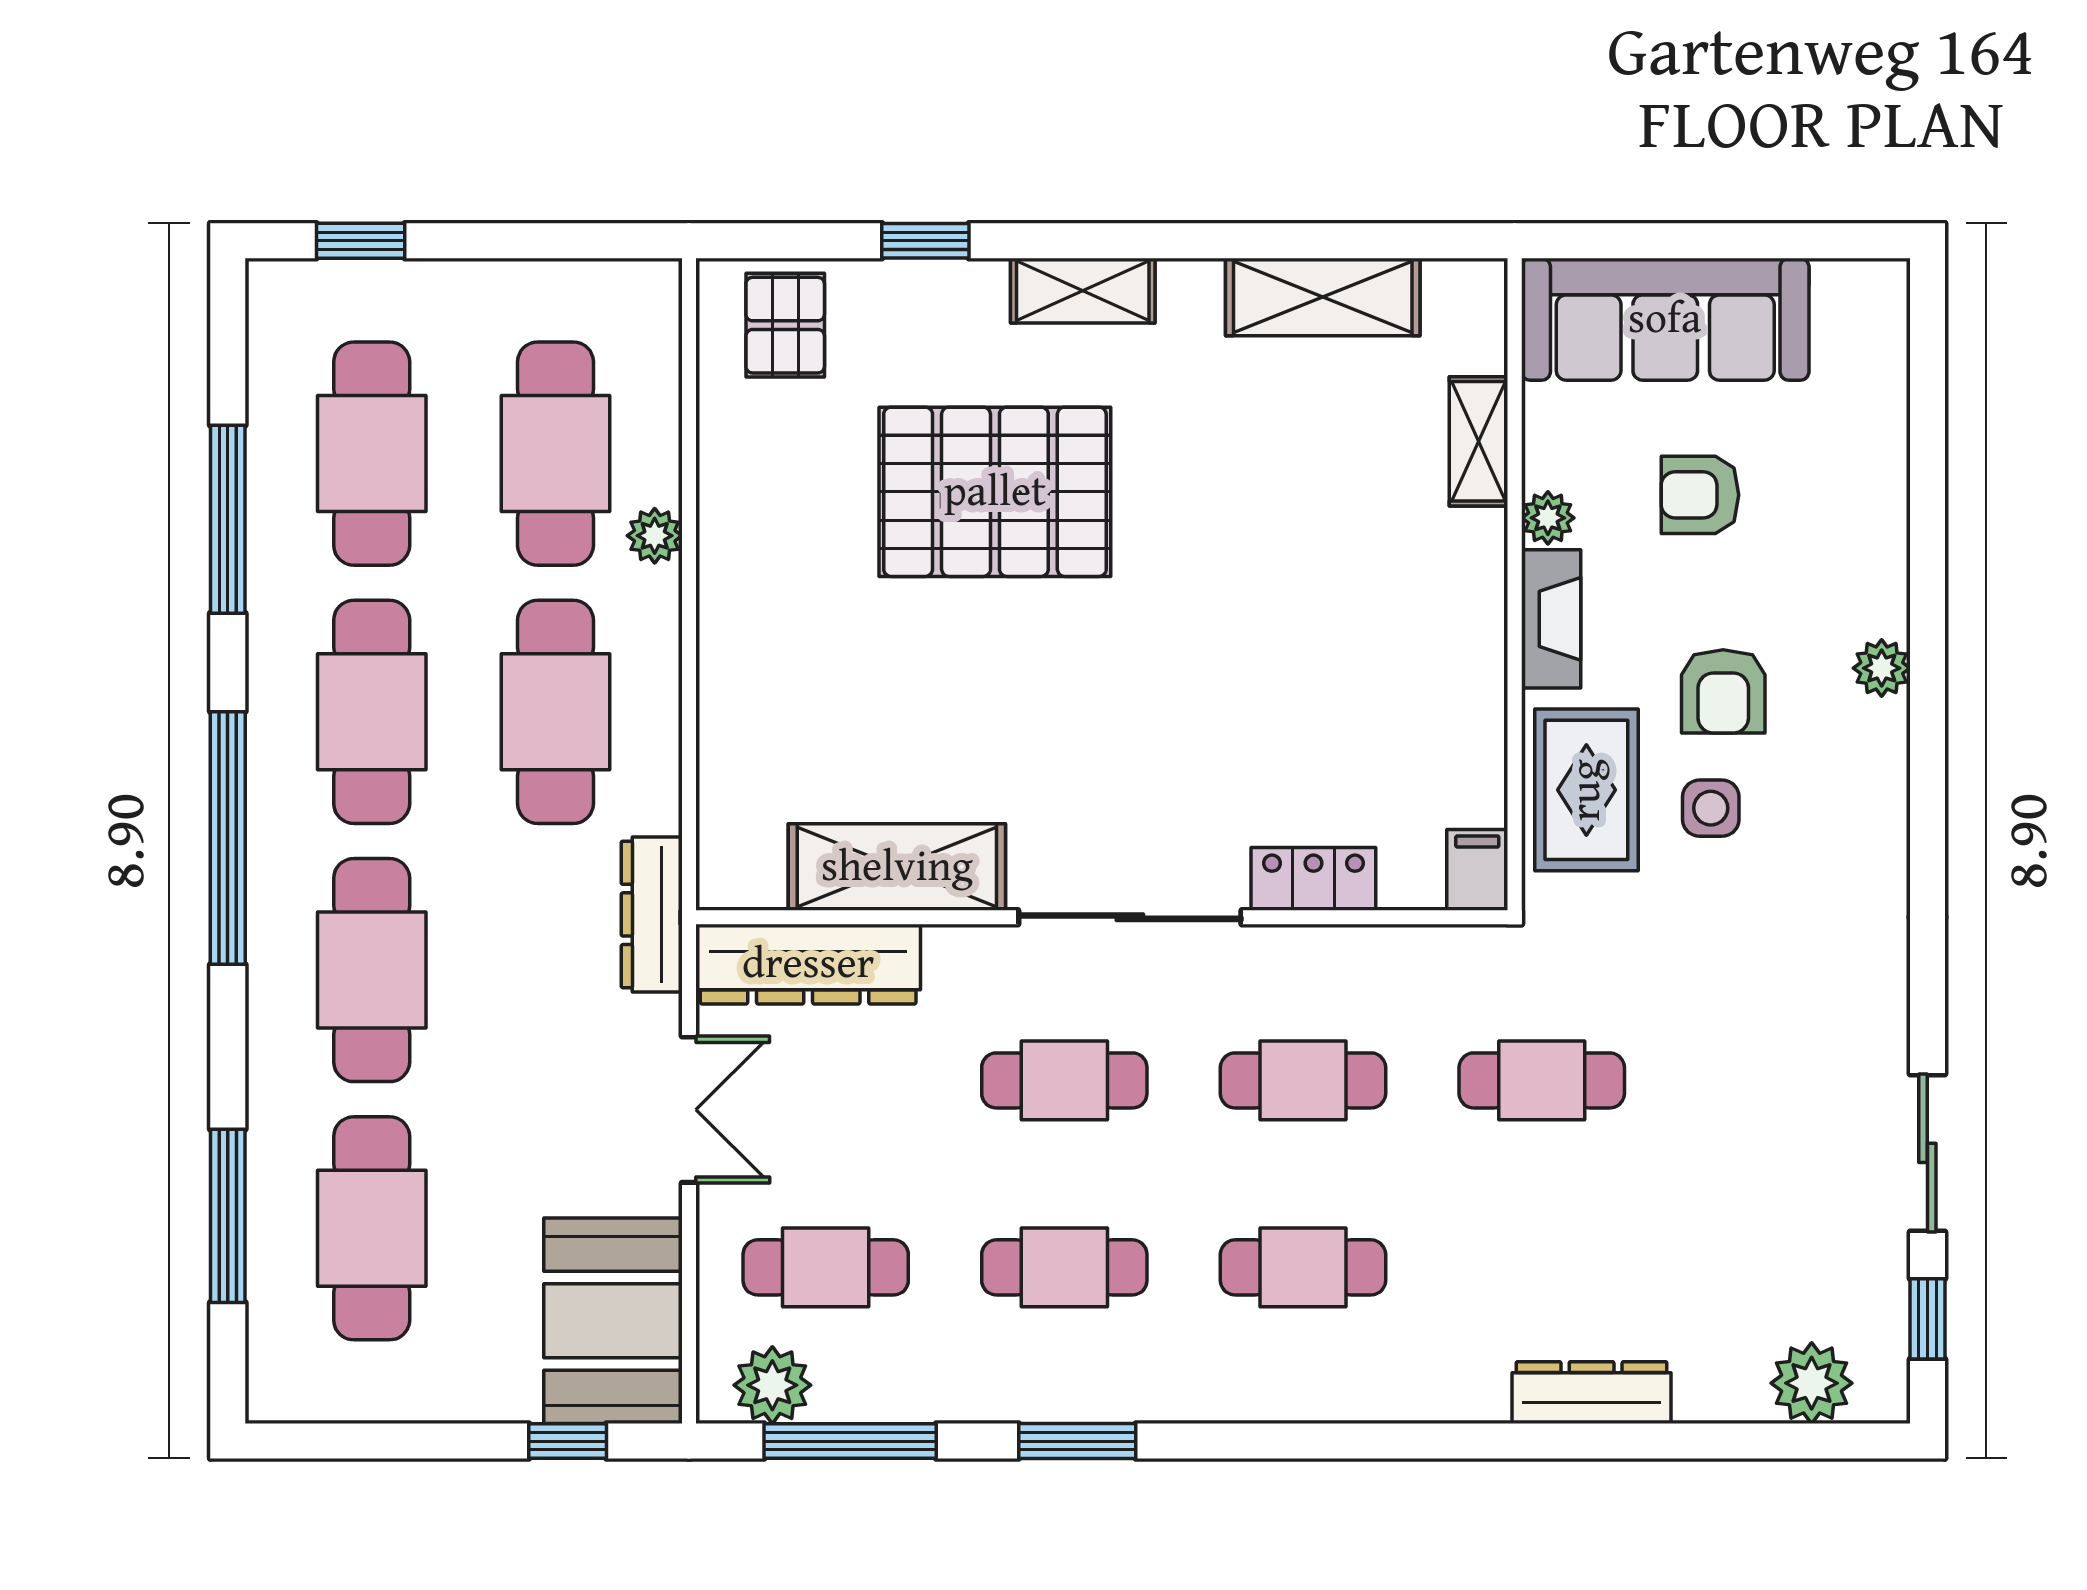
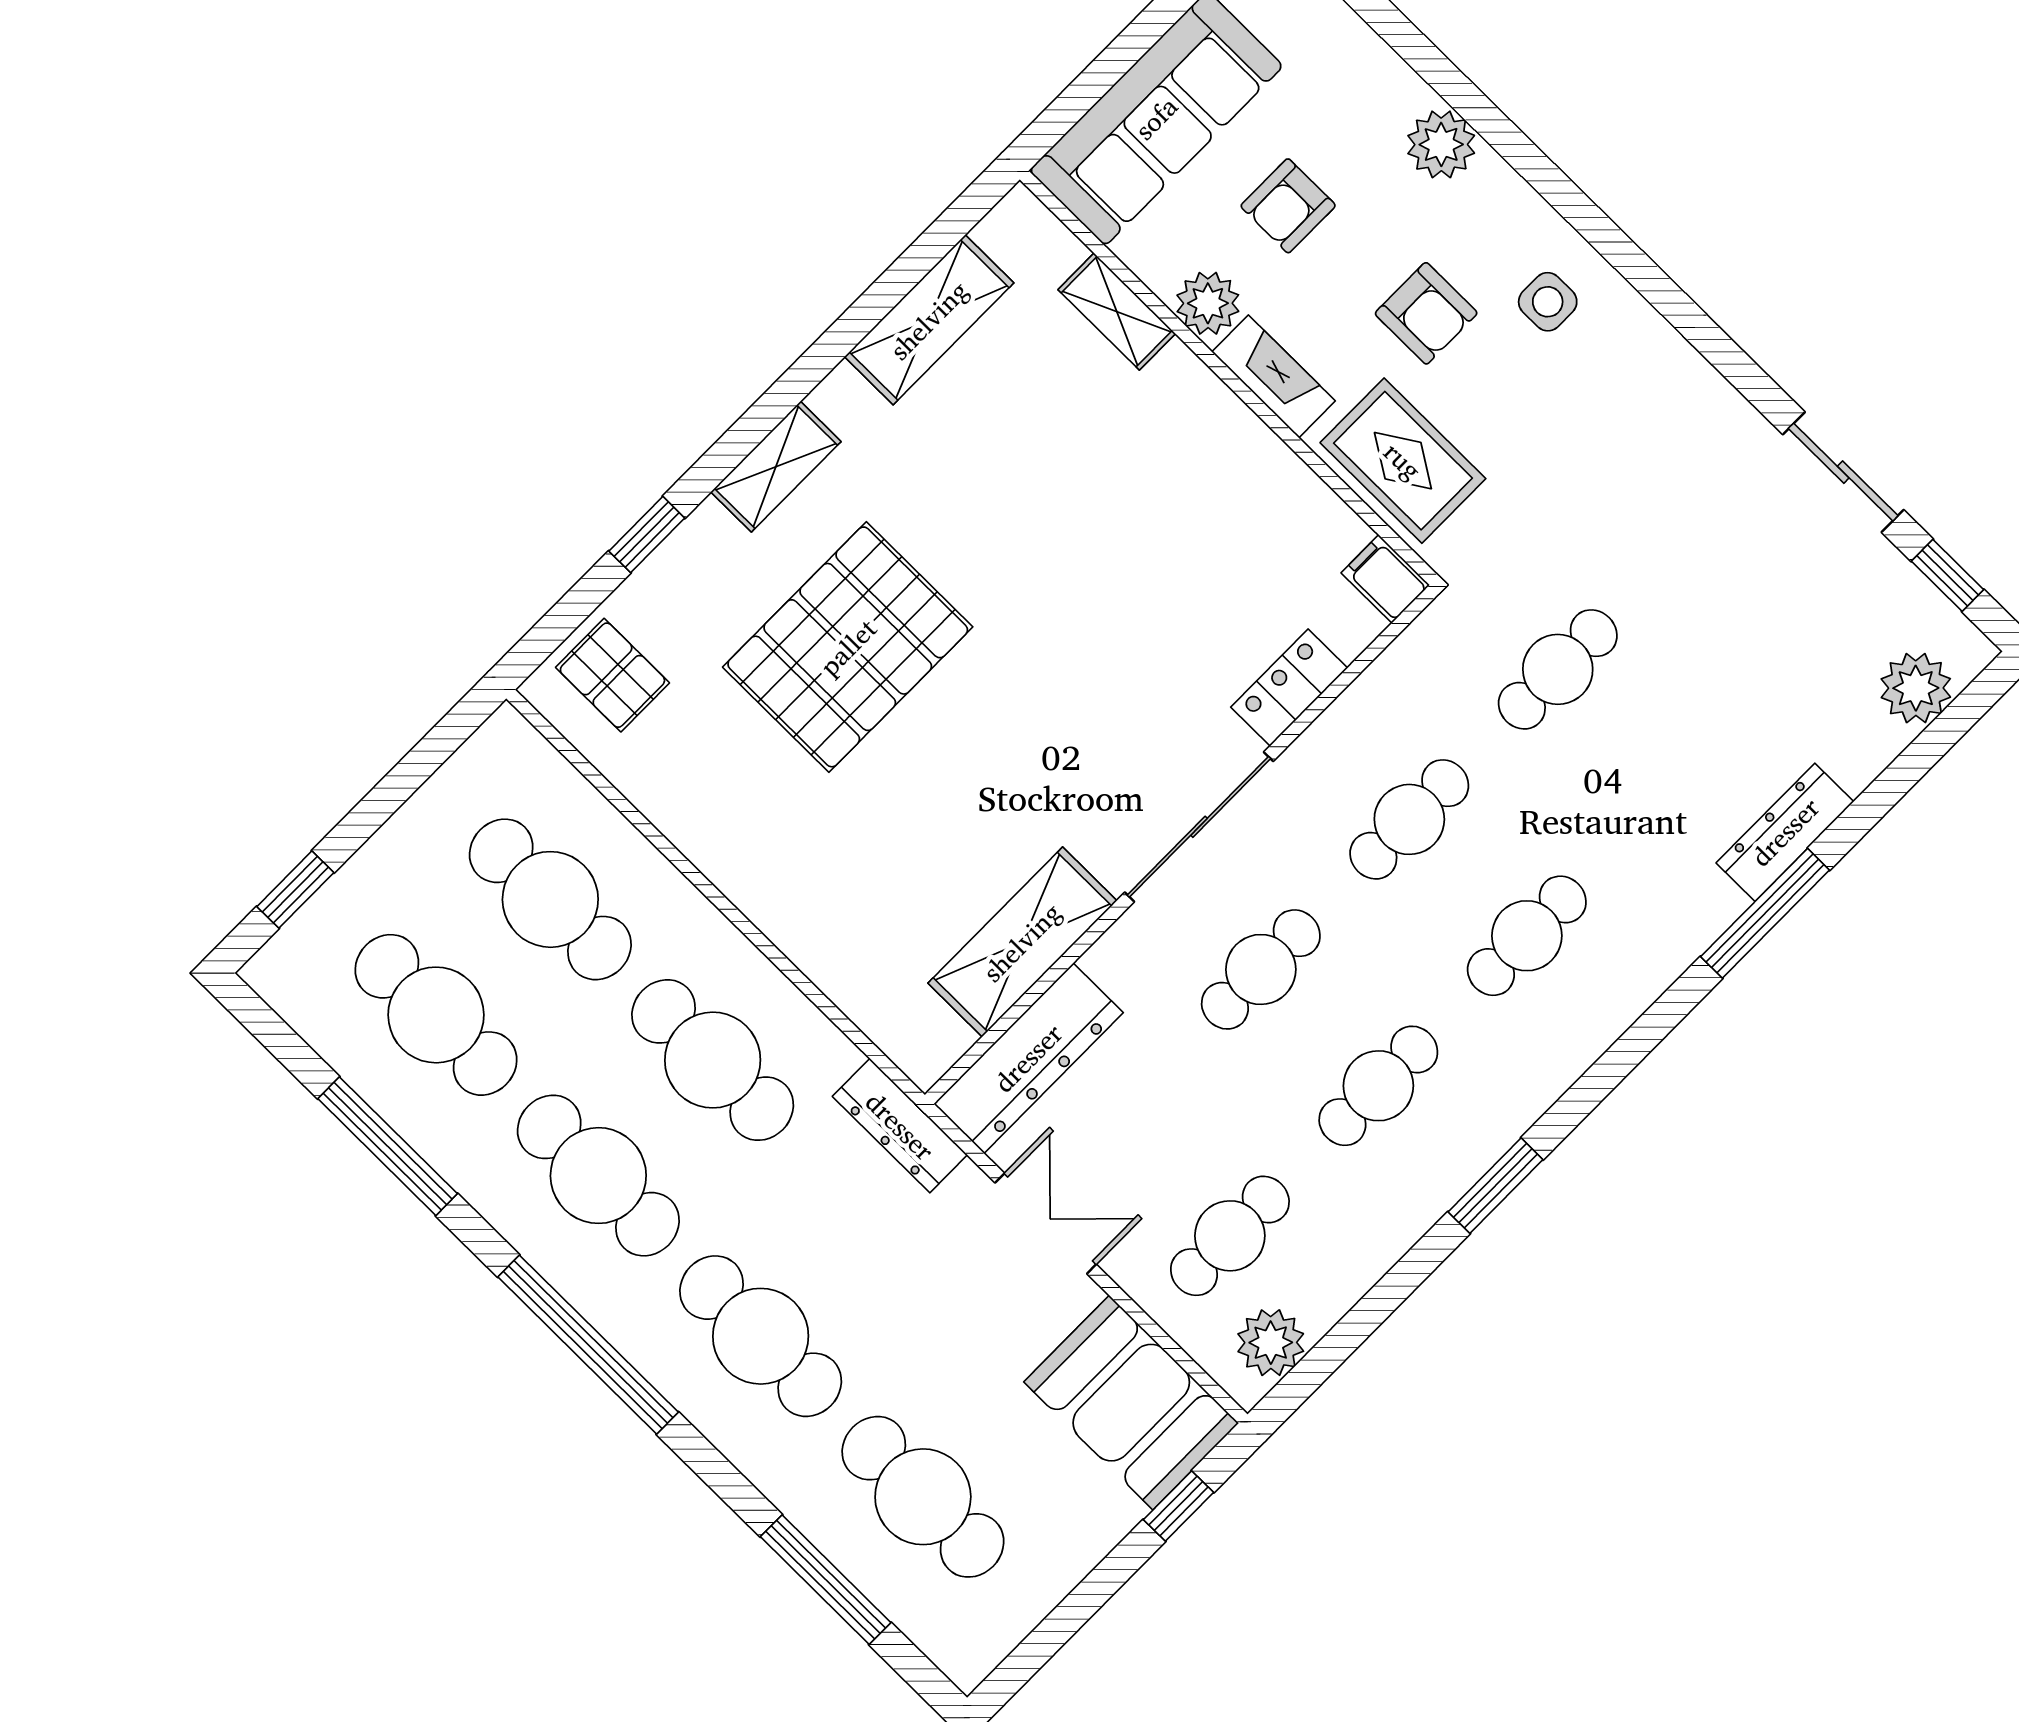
plant: (1548, 518) -> (1208, 303), width x1.38, depth x1.38
plant: (655, 536) -> (664, 888), removed
plant: (1882, 668) -> (1441, 144), moved, width x1.38, depth x1.38
side table: (1711, 808) -> (1548, 302), moved
window: (850, 1441) -> (1765, 913), moved

